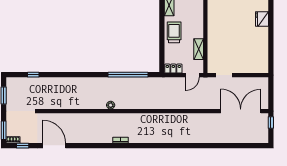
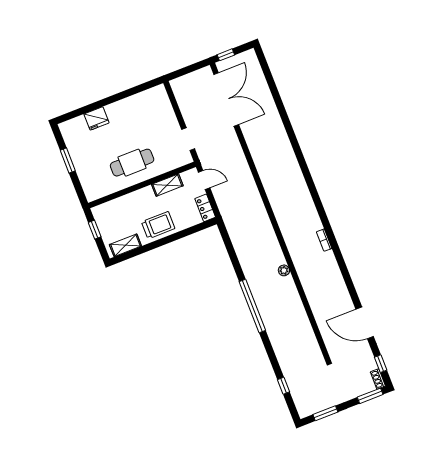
cafe table: (223, 31) -> (132, 163), added
trolley: (174, 32) -> (158, 225), turned 180
window: (128, 75) -> (252, 306), moved
double door: (241, 111) -> (226, 99), swing flipped
door: (54, 146) -> (365, 323), hinge flipped

